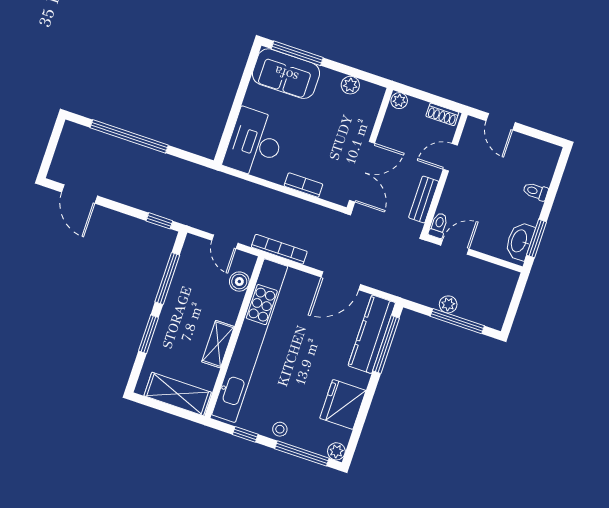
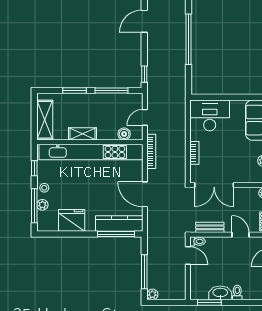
washbasin: (520, 241) -> (220, 293), moved
plant: (448, 304) -> (152, 294), moved
plant: (336, 451) -> (42, 205), moved

